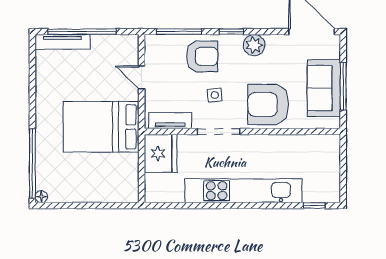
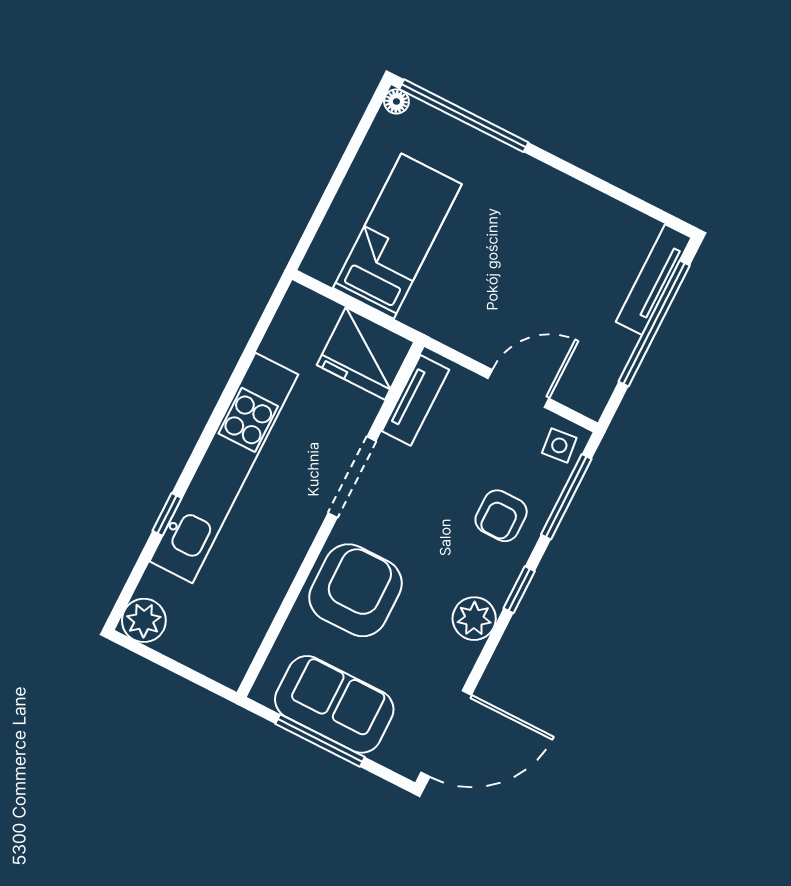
armchair: (202, 56) -> (501, 516), width x0.72, depth x0.72
door: (142, 77) -> (518, 388), width x1.38
side table: (215, 95) -> (559, 445), moved
bed: (101, 127) -> (397, 236), moved, width x0.67
plant: (330, 192) -> (144, 620), added
window: (314, 206) -> (167, 514), moved

